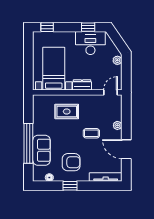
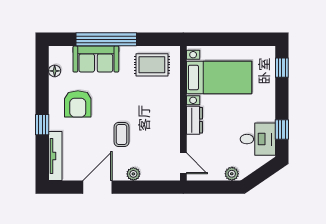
desk: (90, 43) -> (258, 139), width x0.73
rug: (67, 111) -> (152, 65), moved, turned 90
window: (70, 186) -> (42, 125), moved

